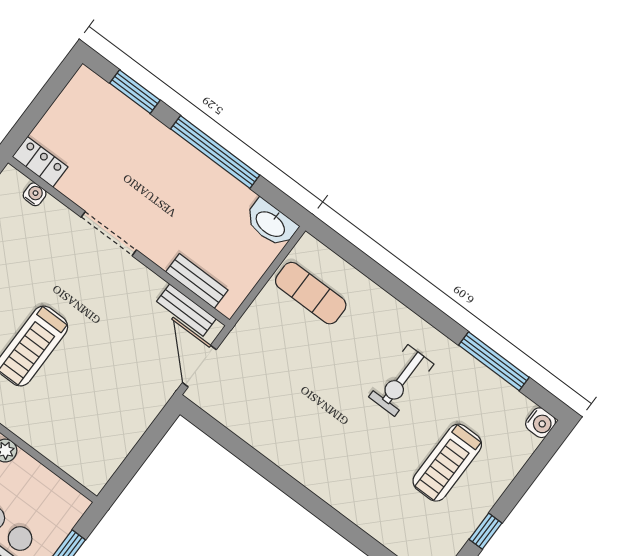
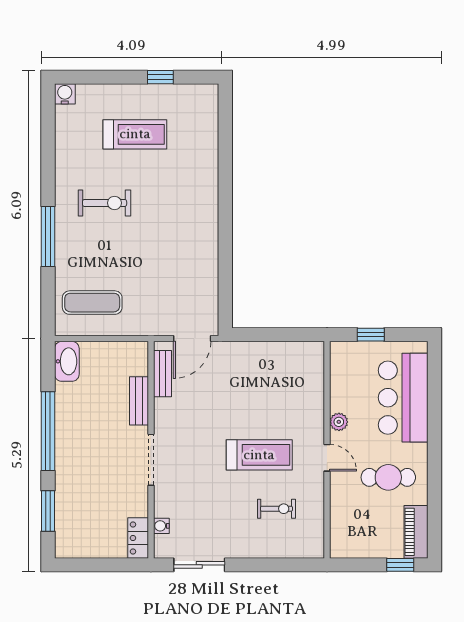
bench: (197, 281) -> (139, 401), moved
exercise mat: (311, 293) -> (92, 303), turned 90
window: (494, 361) -> (48, 236), moved

